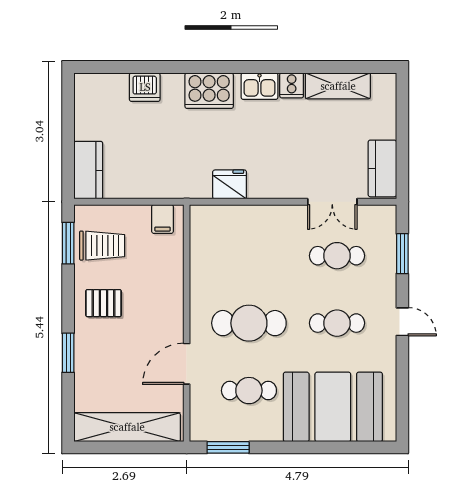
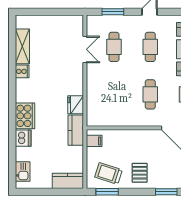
kitchen sink: (260, 86) -> (23, 172), moved
dishwasher: (145, 87) -> (23, 138), moved
kitchen counter: (382, 168) -> (76, 130), moved, turned 90
trolley: (102, 246) -> (109, 173), turned -72
cafe table: (249, 323) -> (150, 94), width x0.73, depth x0.74

